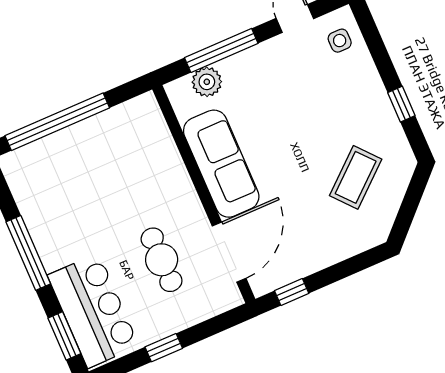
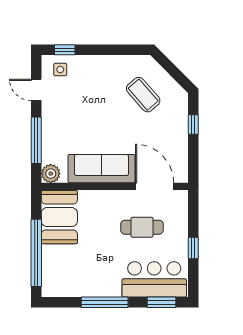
plant: (207, 82) -> (51, 174), moved
window: (401, 104) -> (65, 50), moved
booth: (124, 133) -> (59, 217), added
window: (292, 292) -> (193, 125), moved

